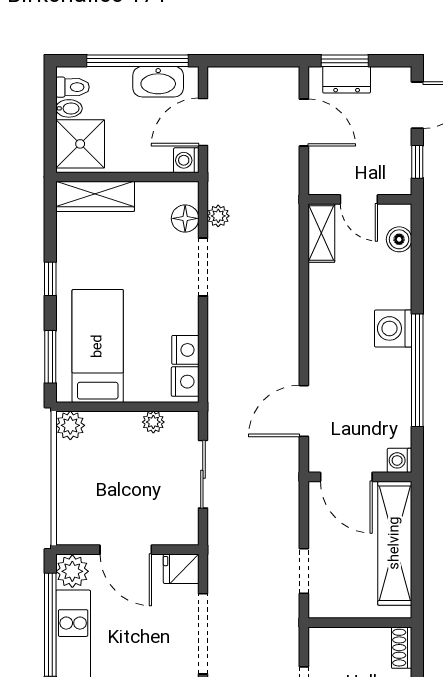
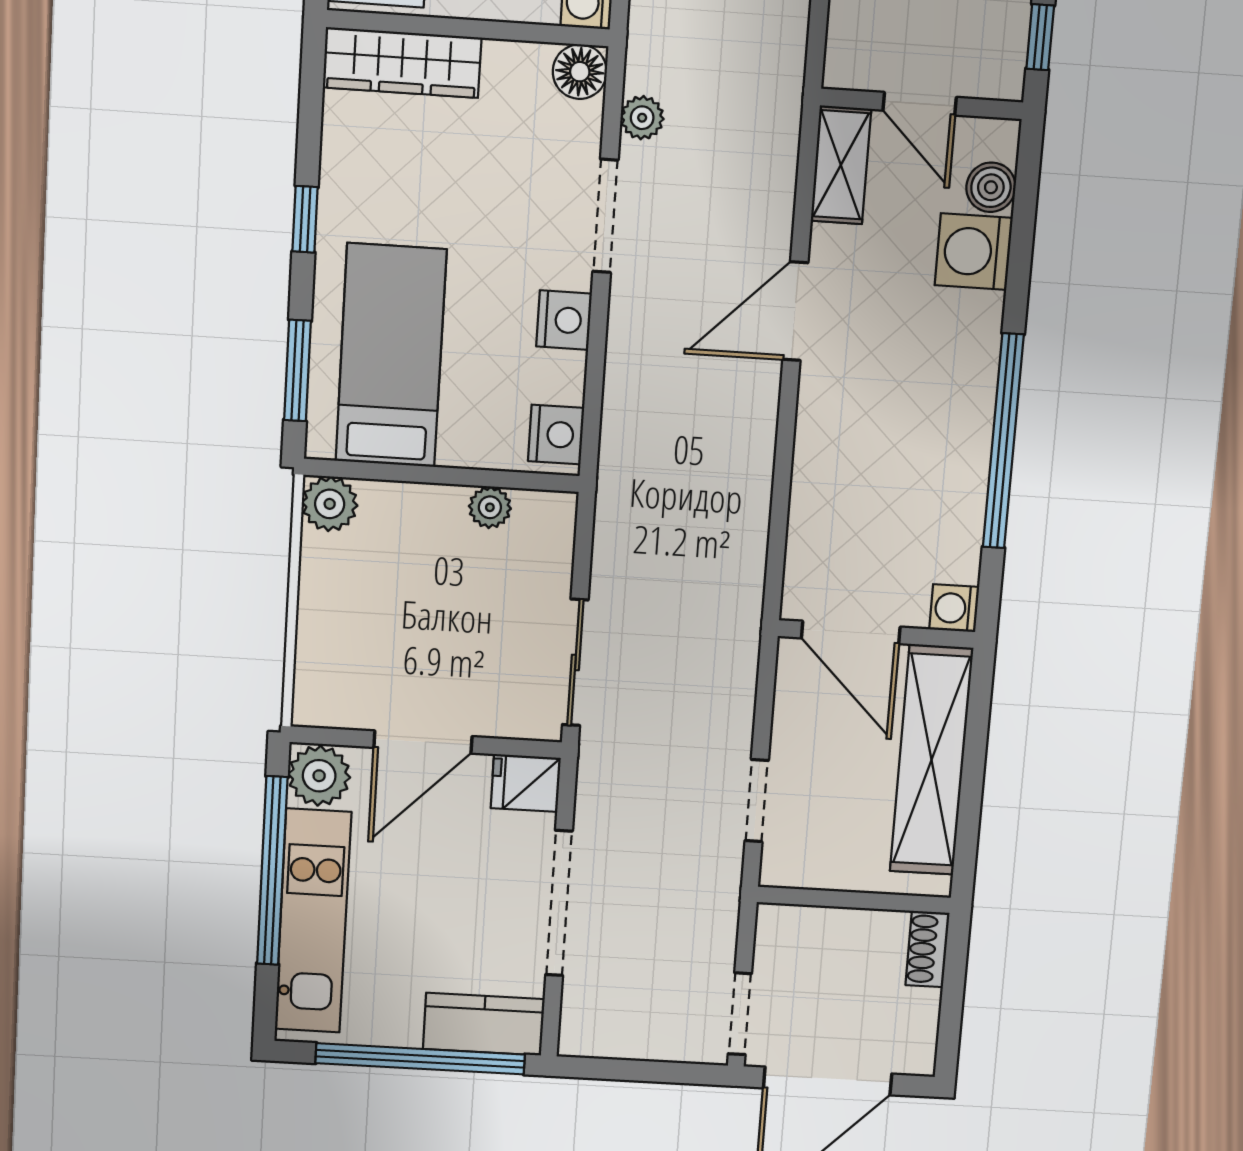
floor lamp: (185, 218) -> (580, 72), moved
washing machine: (393, 328) -> (974, 252), moved
nightstand: (185, 350) -> (564, 320), moved
door: (304, 411) -> (795, 311), moved
sliding door: (203, 474) -> (575, 662), moved
door: (126, 550) -> (423, 742), hinge flipped

